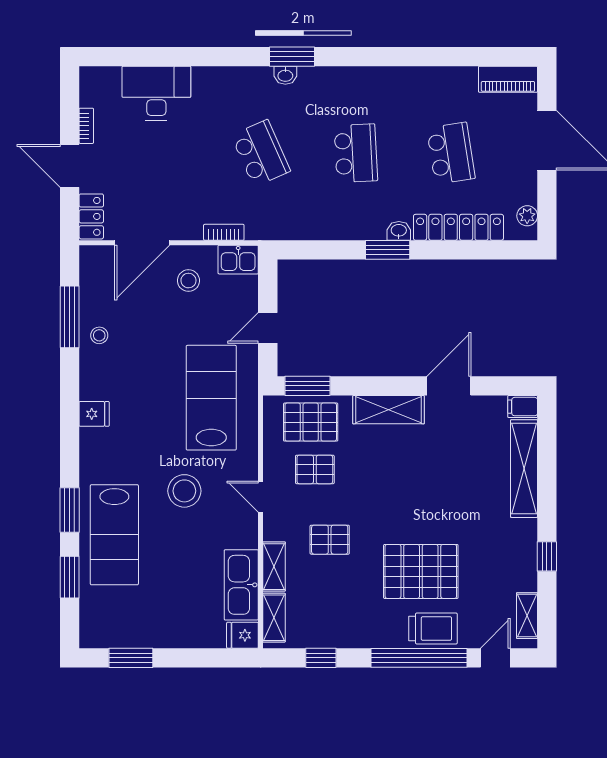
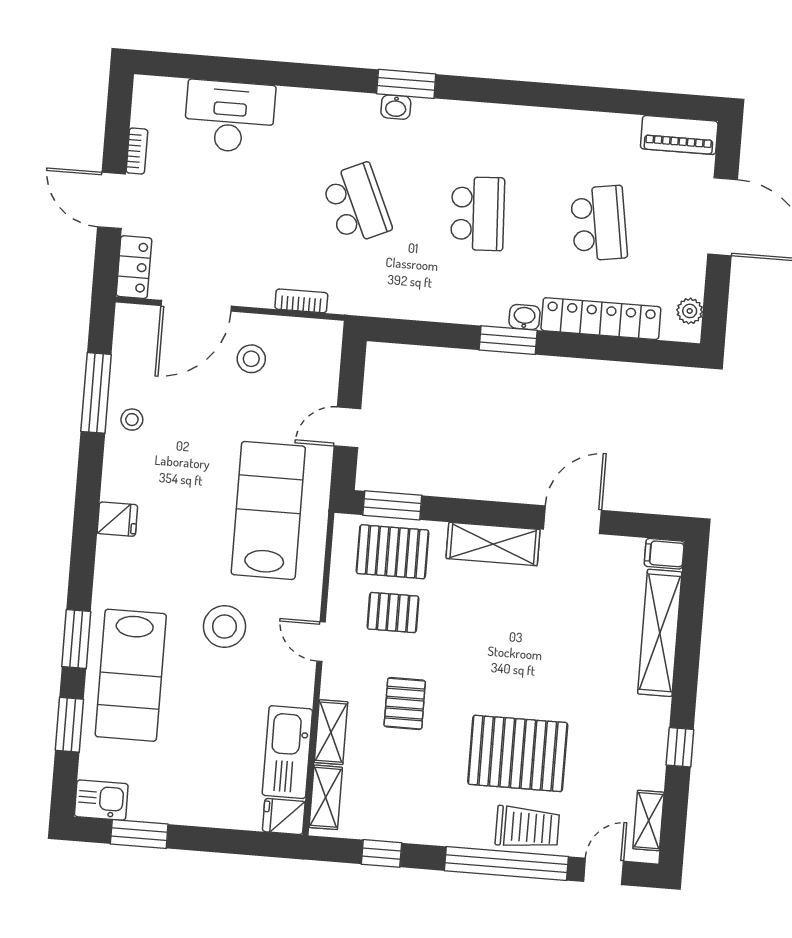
kitchen sink: (238, 260) -> (101, 800), moved, turned 180
pallet: (330, 540) -> (405, 704), turned 90

